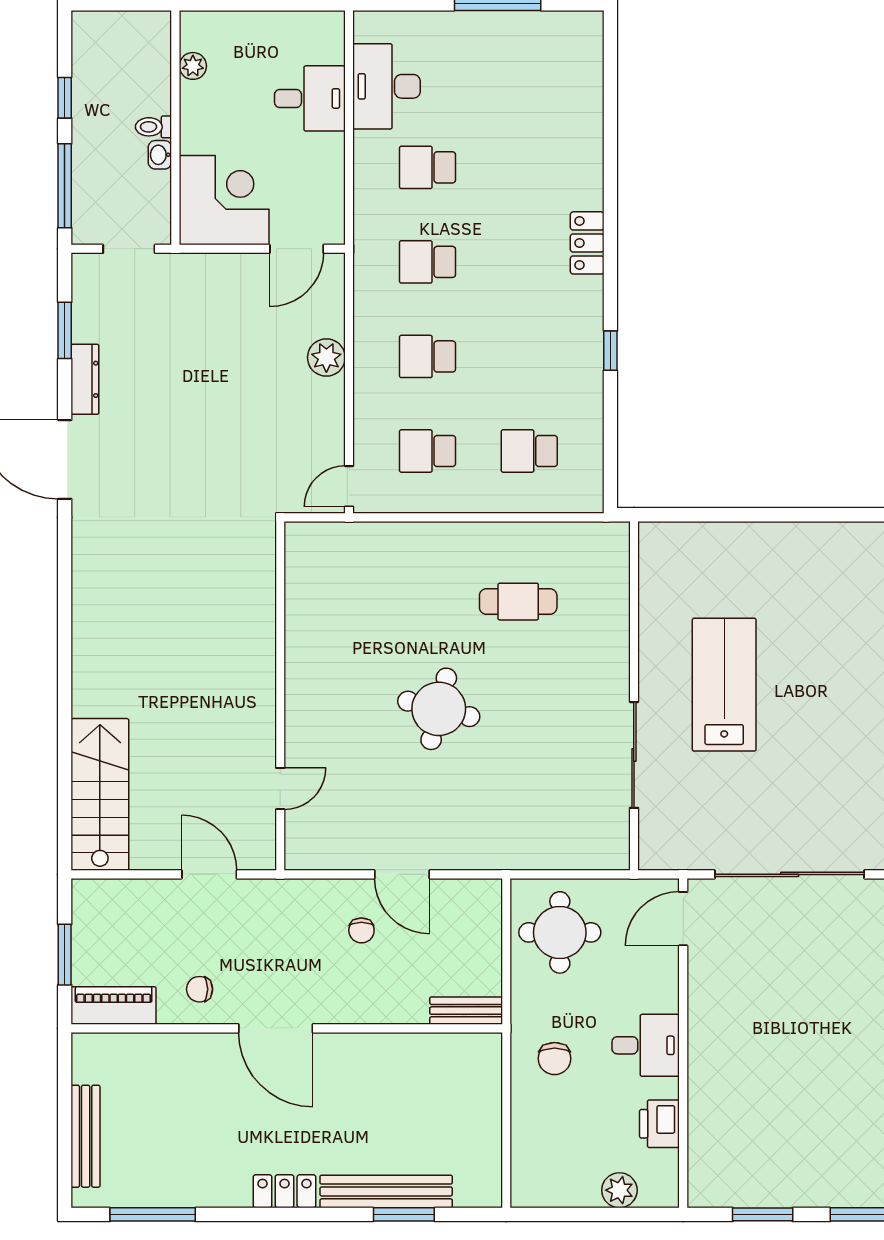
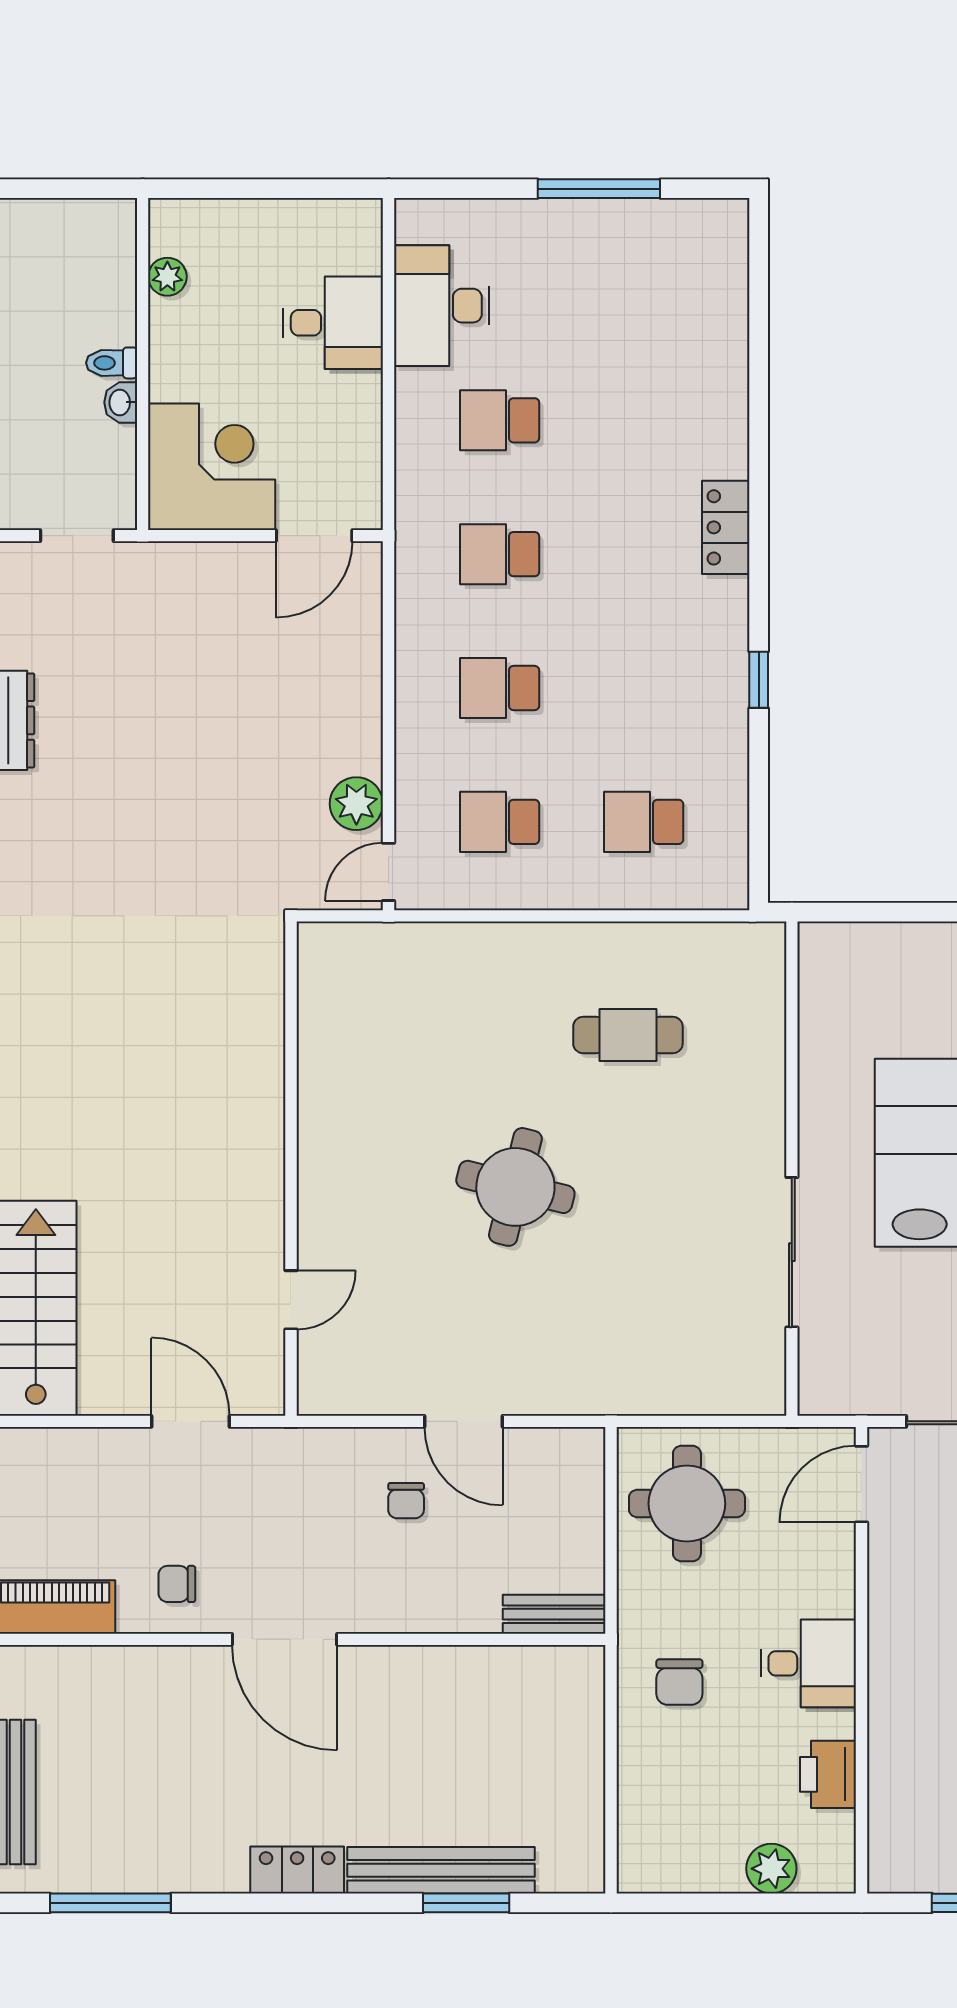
plant: (326, 357) -> (356, 804), moved

